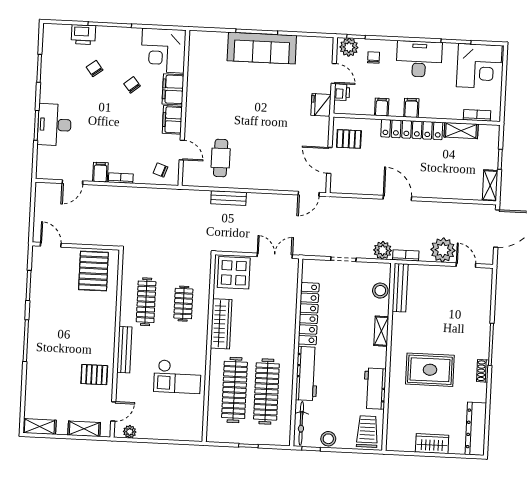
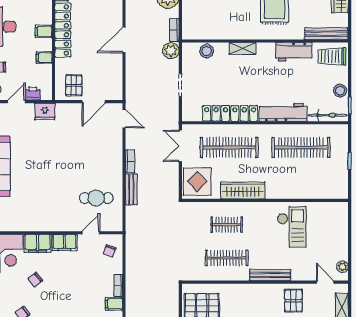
bookcase: (260, 198) -> (130, 161), added
bench: (400, 288) -> (326, 34), moved
clothes rail: (234, 390) -> (229, 147), moved

